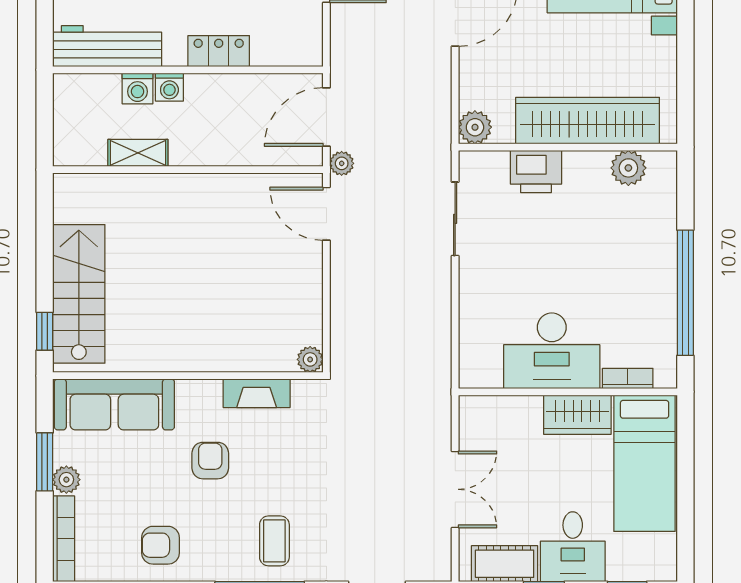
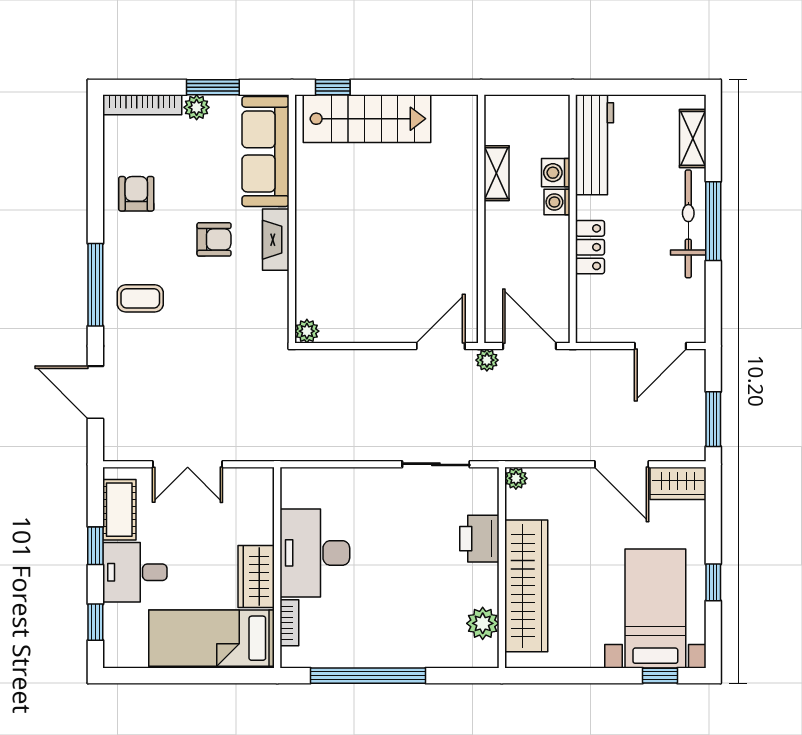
plant: (475, 127) -> (516, 478), width x0.73, depth x0.73
fireplace: (257, 393) -> (276, 240), moved

